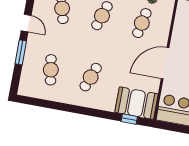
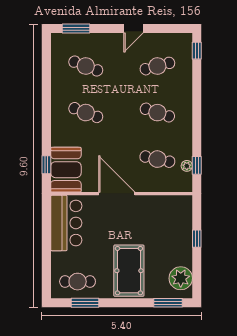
window: (21, 52) -> (76, 29), moved
cafe table: (51, 70) -> (86, 66), turned 30

